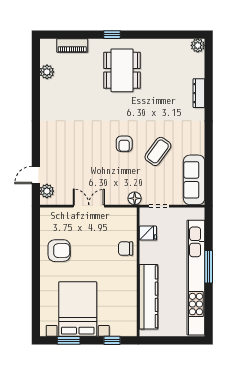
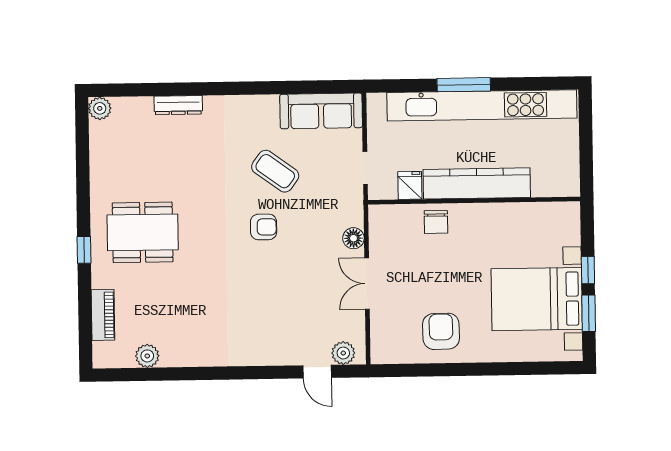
floor lamp: (135, 198) -> (353, 238), moved
kitchen counter: (149, 297) -> (477, 183), moved
window: (112, 340) -> (588, 270), moved

